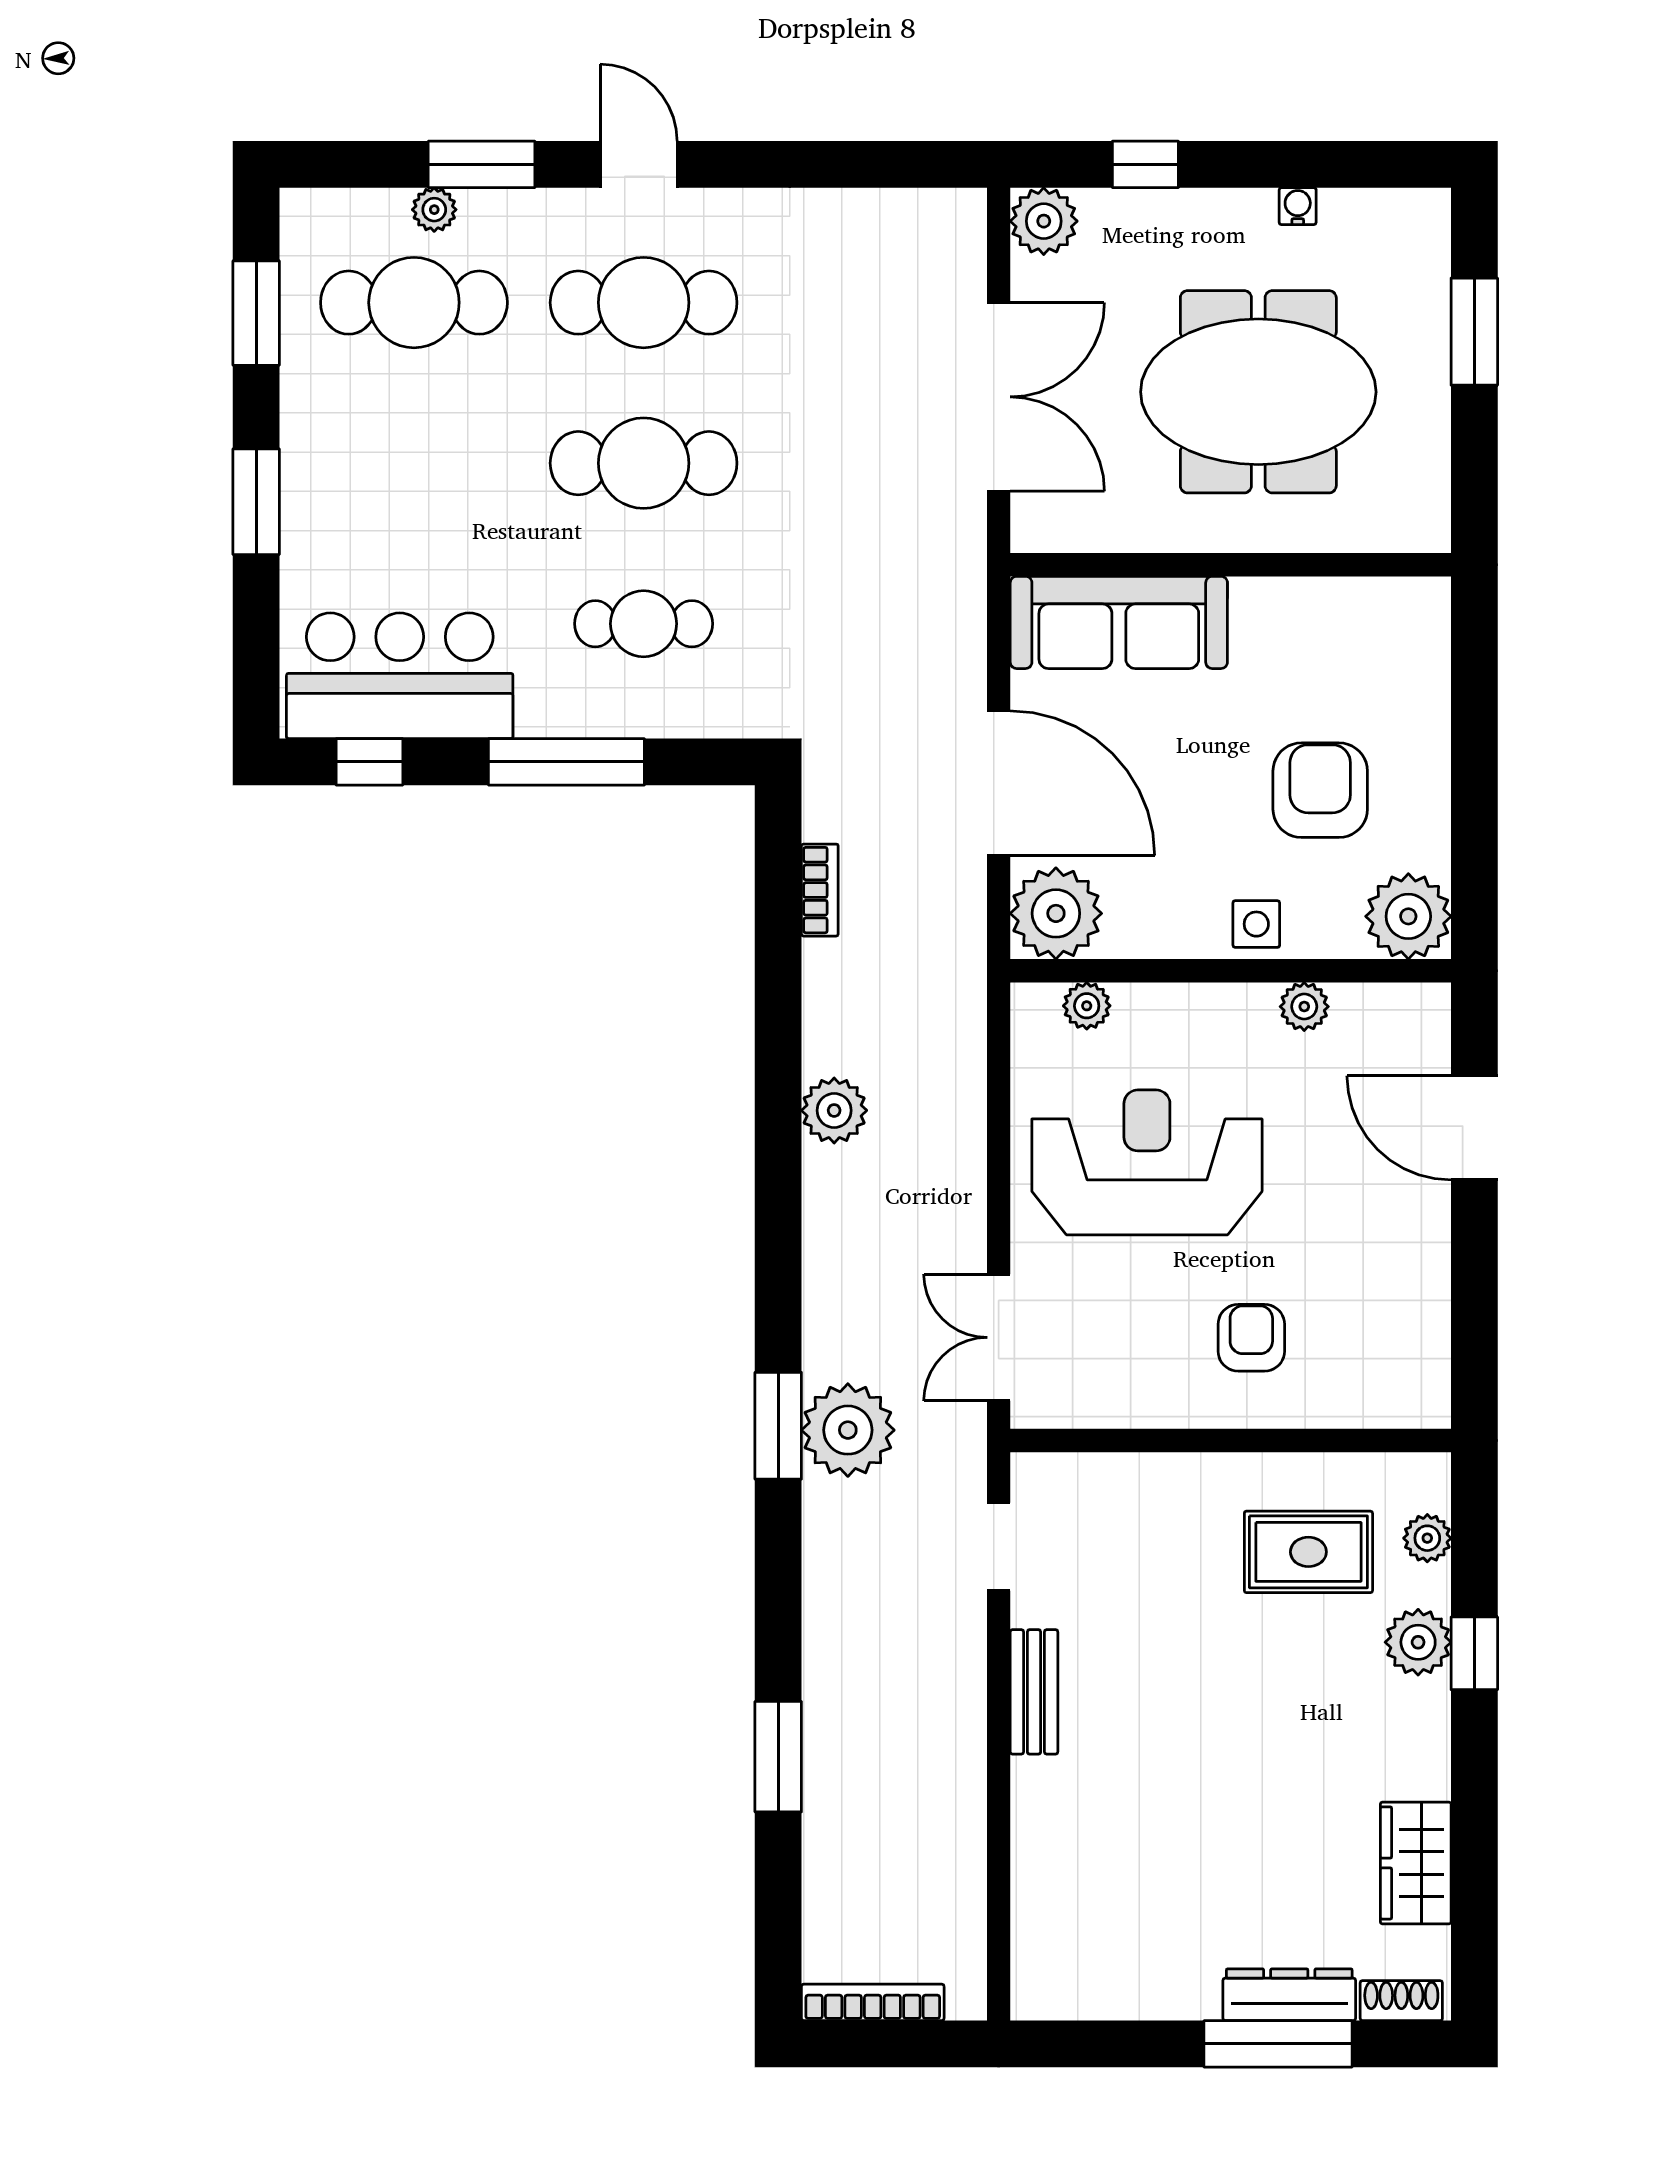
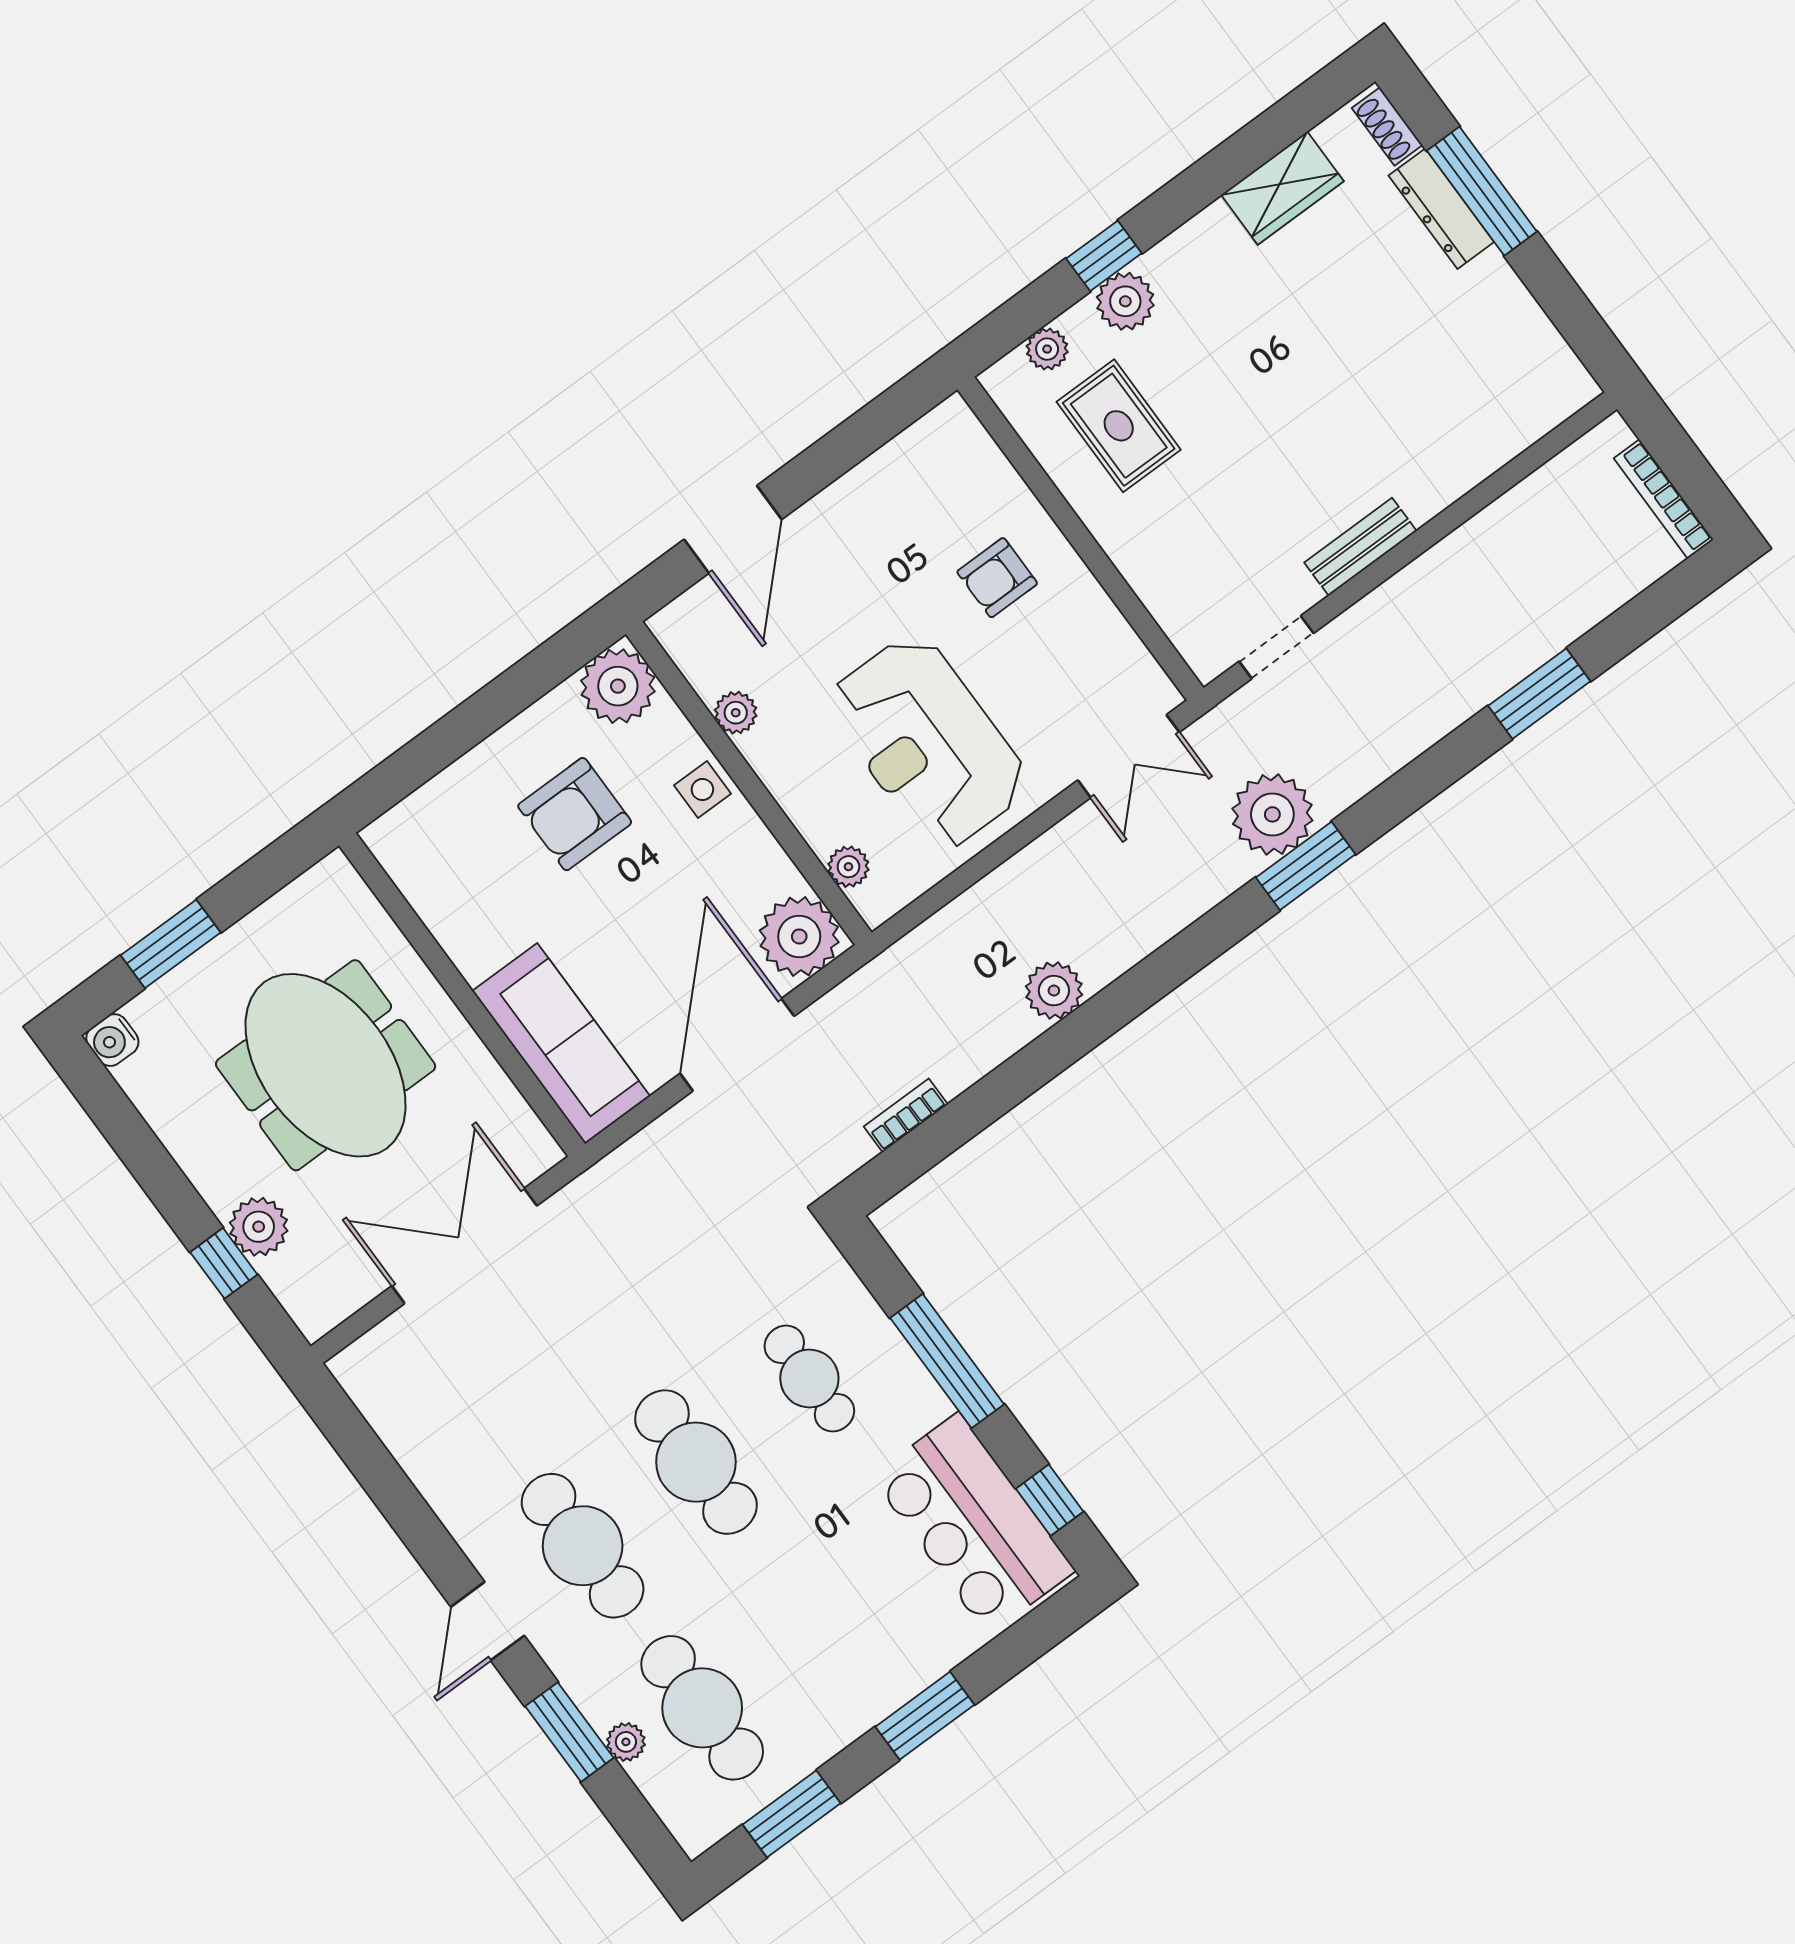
water cooler: (1298, 206) -> (112, 1040), moved, width x1.38, depth x1.38
plant: (1044, 221) -> (259, 1227), moved

